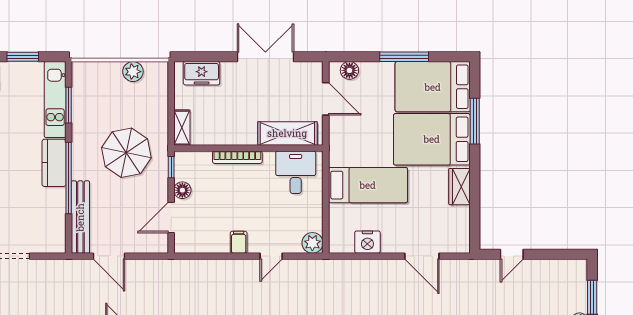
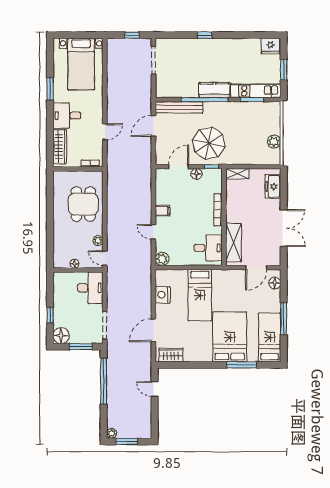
bed: (433, 87) -> (270, 337), width x0.67
parasol: (126, 153) -> (209, 143), moved
wardrobe: (460, 187) -> (171, 355), moved
door: (171, 217) -> (179, 167), hinge flipped

